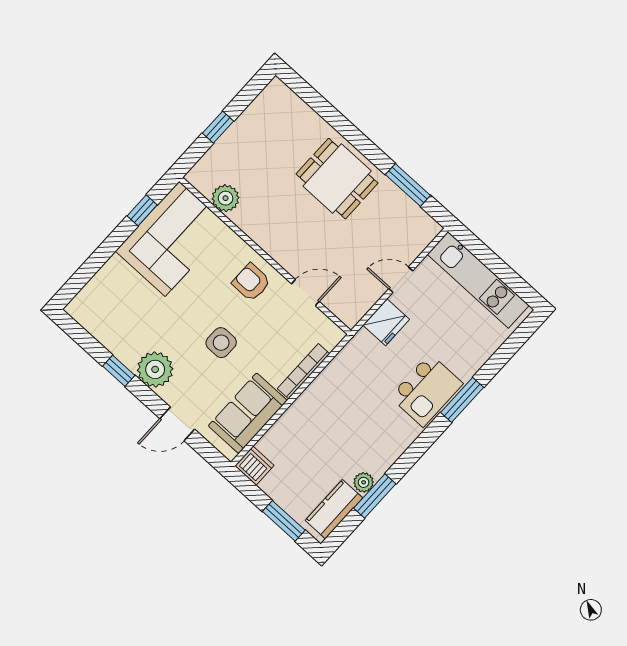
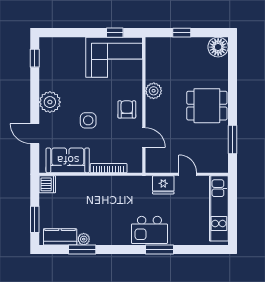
floor lamp: (277, 98) -> (218, 47), added
dining table: (337, 179) -> (207, 106), turned 90
plant: (226, 198) -> (154, 91), moved
window: (119, 371) -> (35, 58), moved

